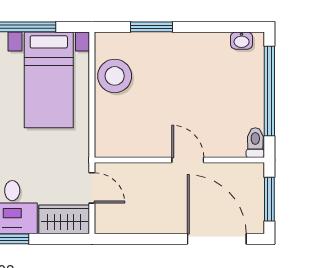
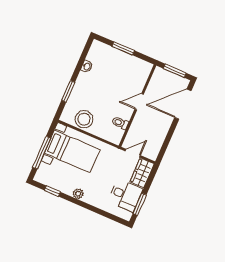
washbasin: (242, 41) -> (87, 66), moved
window: (269, 91) -> (123, 48), width x0.47
toilet: (255, 143) -> (120, 123), moved

